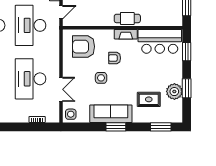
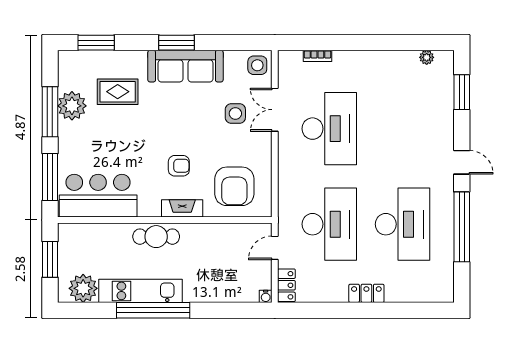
fireplace: (126, 34) -> (182, 208), moved
armchair: (84, 47) -> (234, 186), turned 90
window: (187, 52) -> (50, 177), width x1.44
side table: (101, 78) -> (235, 114), moved
window: (187, 88) -> (50, 112), width x1.44

